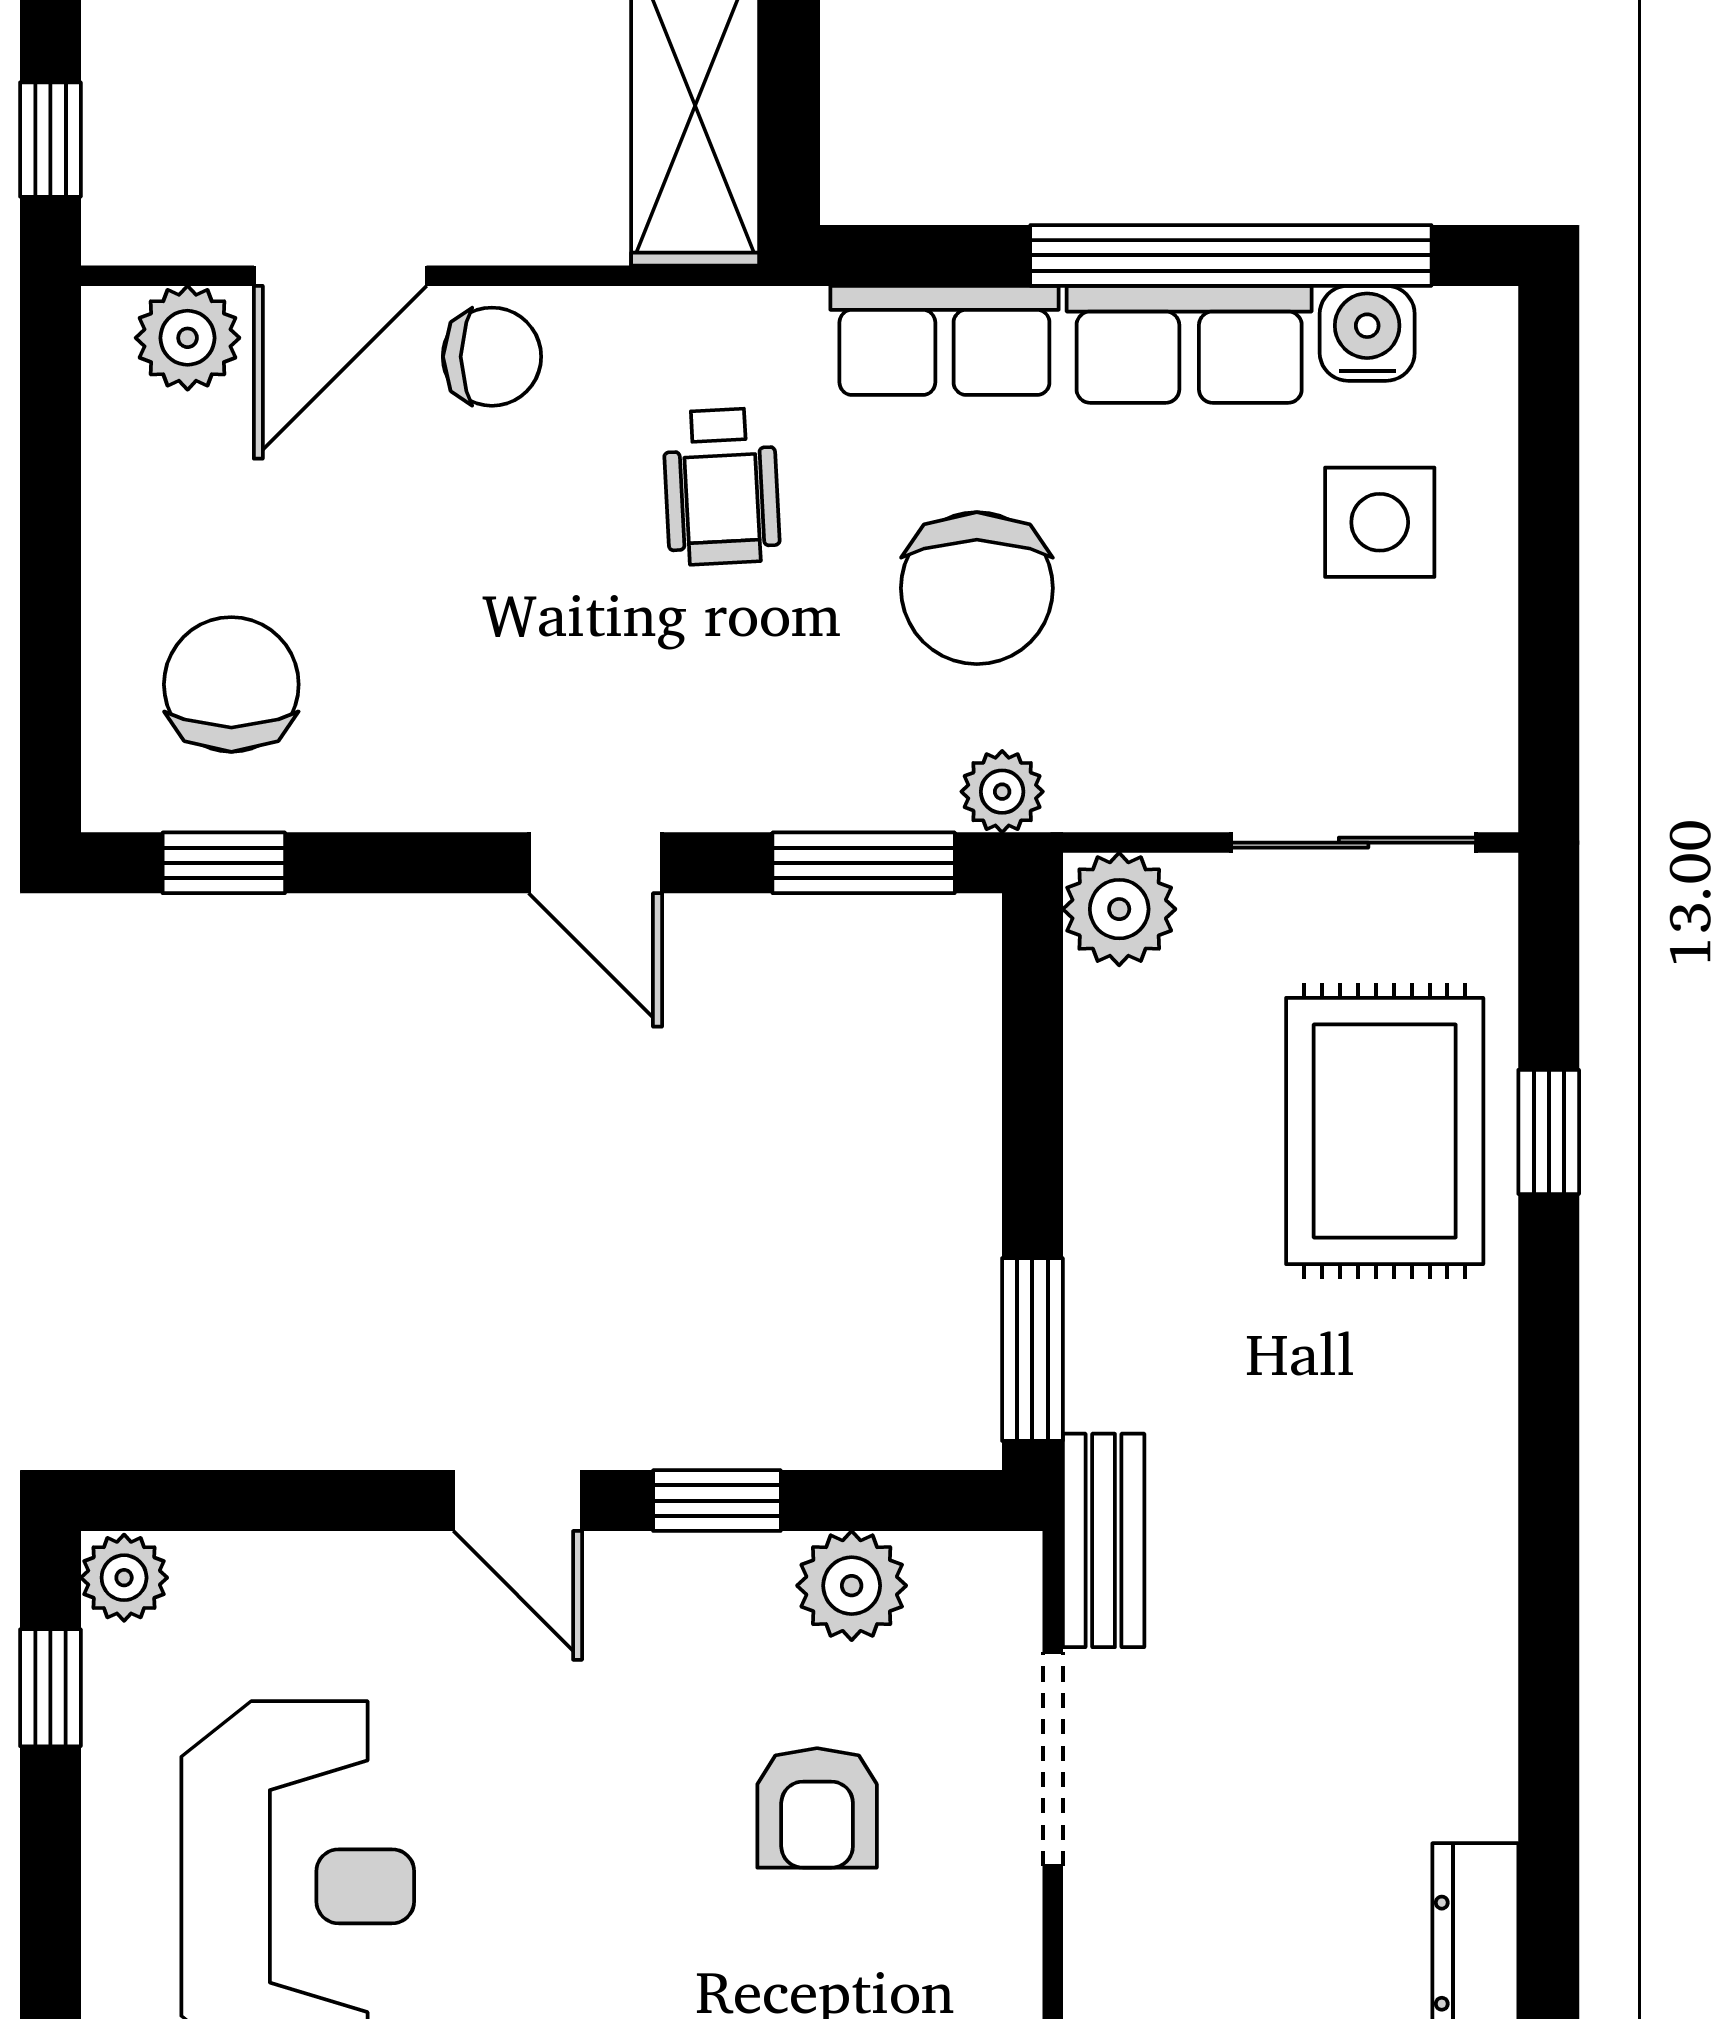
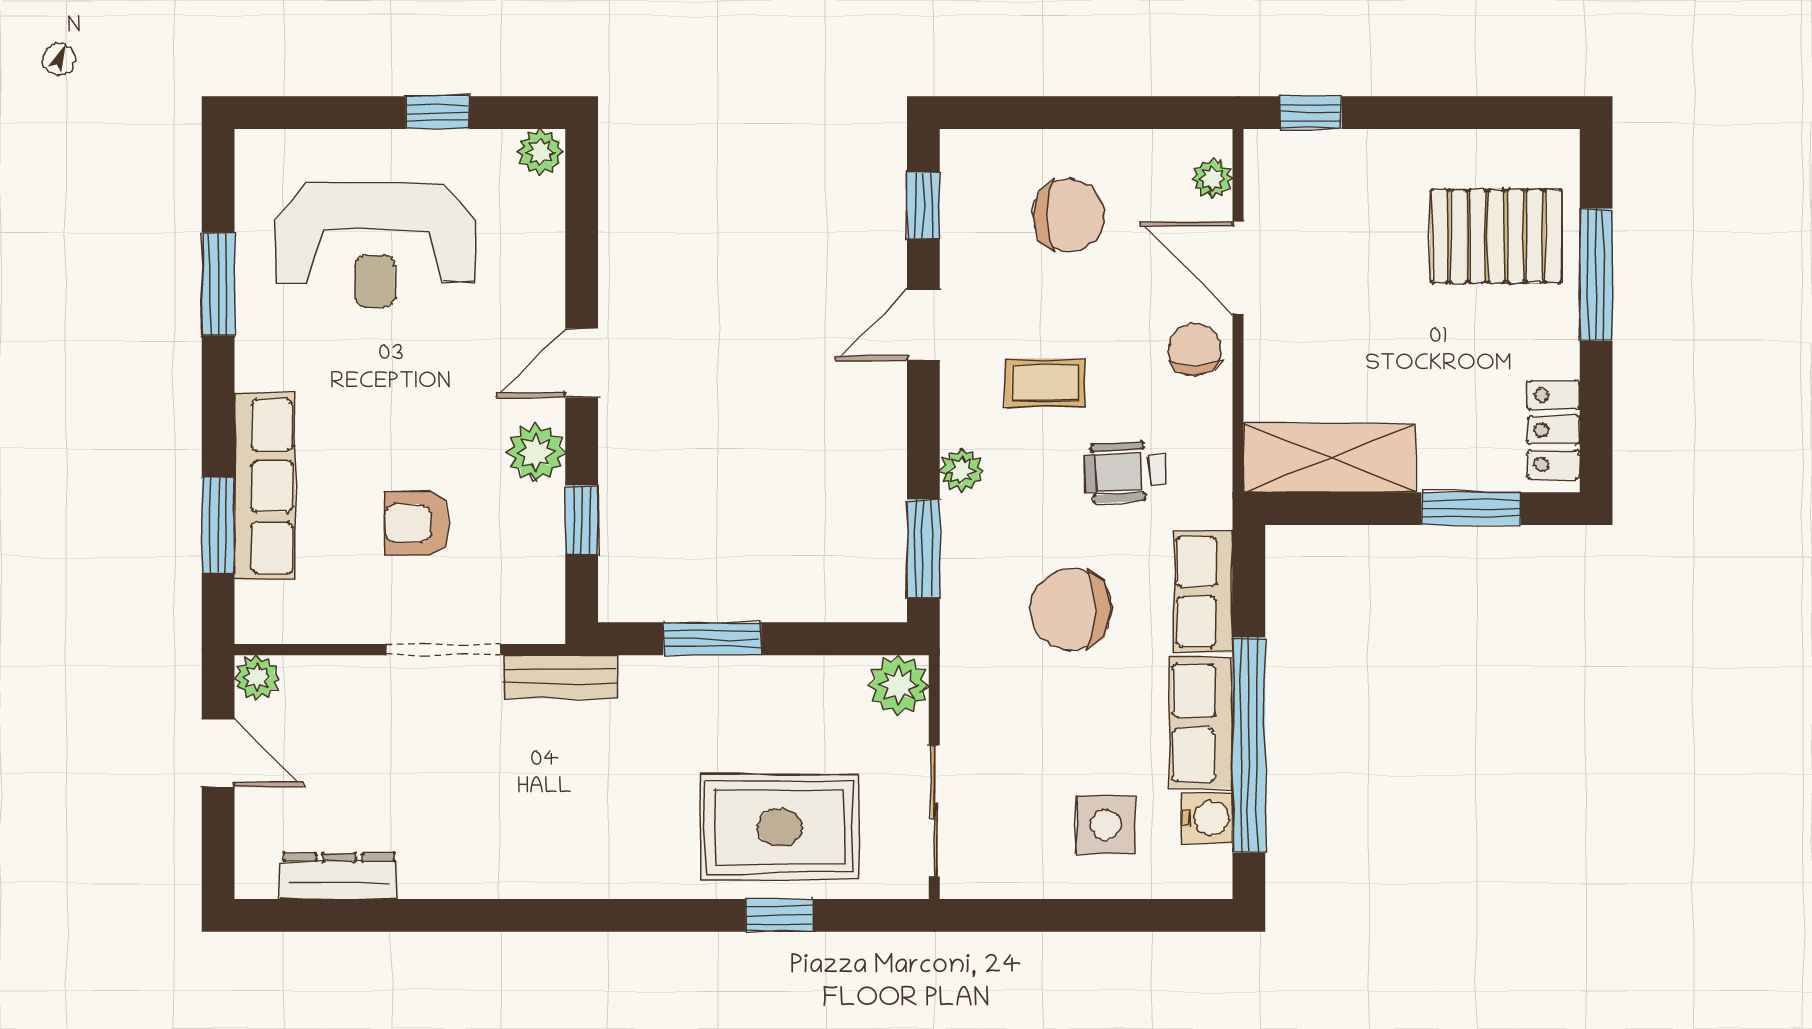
plant: (188, 338) -> (1212, 178), width x0.73, depth x0.73
chair: (492, 357) -> (1195, 349), turned 180
coffee table: (554, 636) -> (1045, 383), added
chair: (231, 684) -> (1069, 215), moved
plant: (1002, 792) -> (962, 470), moved
door: (595, 863) -> (923, 325), moved
window: (1032, 1349) -> (712, 639), moved
window: (717, 1501) -> (582, 520), moved
plant: (852, 1586) -> (536, 452), moved
window: (50, 1688) -> (437, 113), moved

